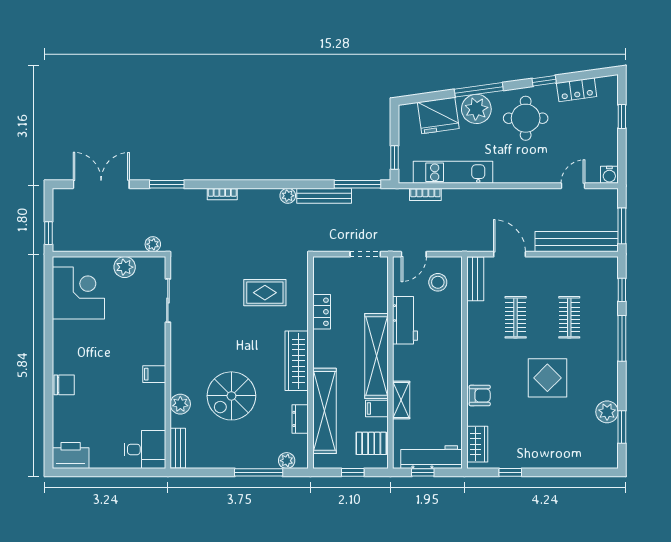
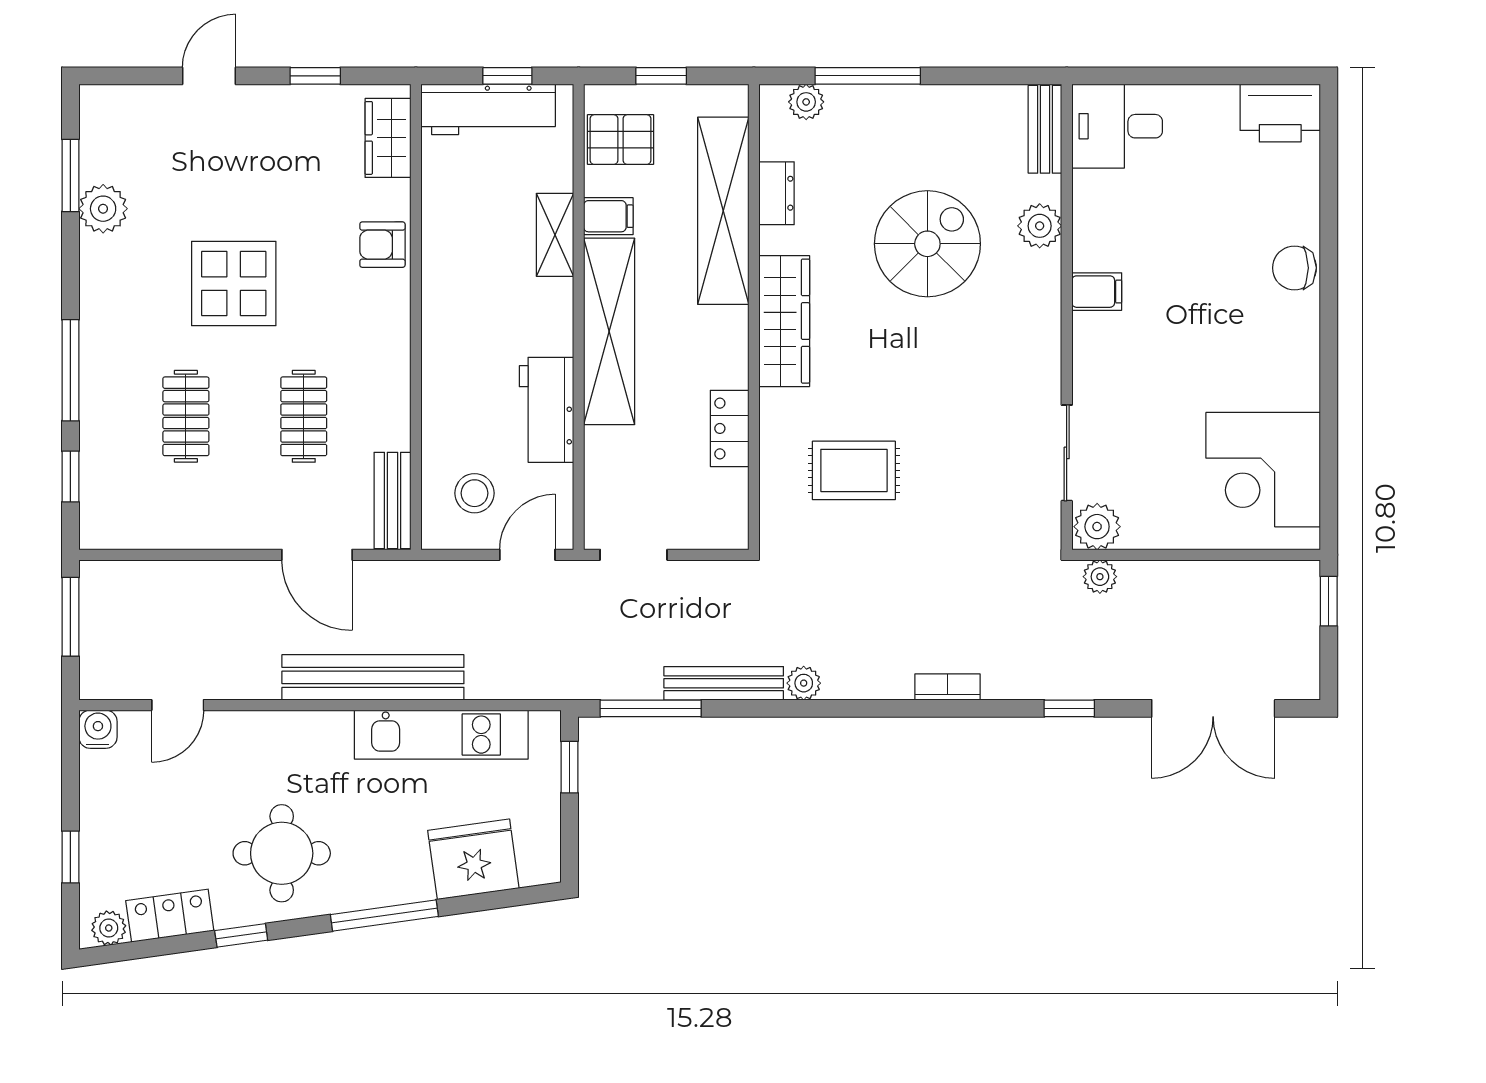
plant: (476, 109) -> (109, 928), moved, width x0.53, depth x0.53
window: (167, 184) -> (1069, 708), width x0.67
bookcase: (425, 194) -> (502, 686), removed
bench: (577, 242) -> (373, 677), moved
plant: (125, 267) -> (1097, 527), moved
door: (559, 472) -> (209, 76), added

